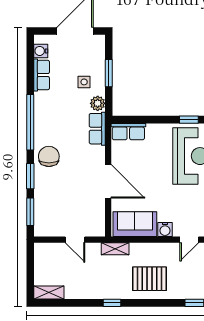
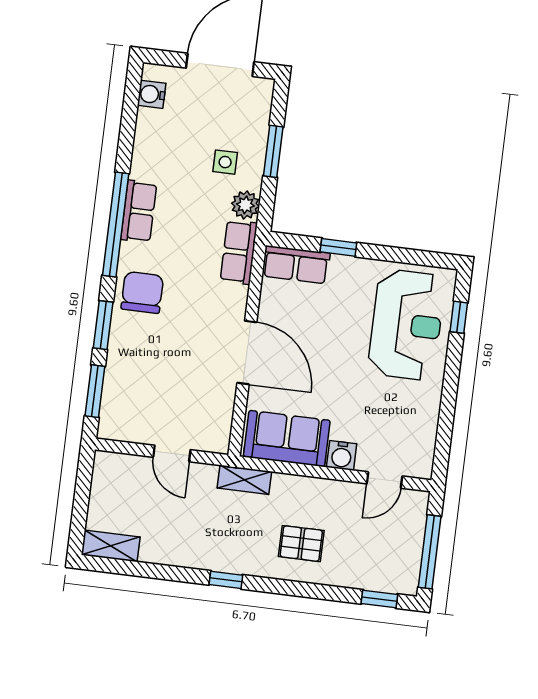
row of seats: (42, 75) -> (139, 211), moved
window: (189, 120) -> (338, 247), moved
pallet: (149, 279) -> (301, 544), width x0.67, depth x0.71

